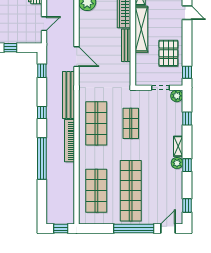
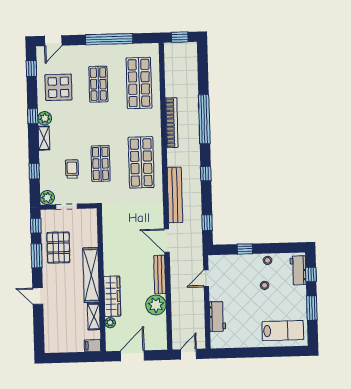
bench: (126, 45) -> (160, 275), moved
window: (187, 47) -> (37, 256), added
trolley: (155, 119) -> (72, 169), added
bookcase: (70, 141) -> (172, 123), moved
display table: (165, 189) -> (58, 87), added
shop shelf: (131, 191) -> (98, 84), width x0.50, depth x0.74
window: (134, 229) -> (109, 39), moved

